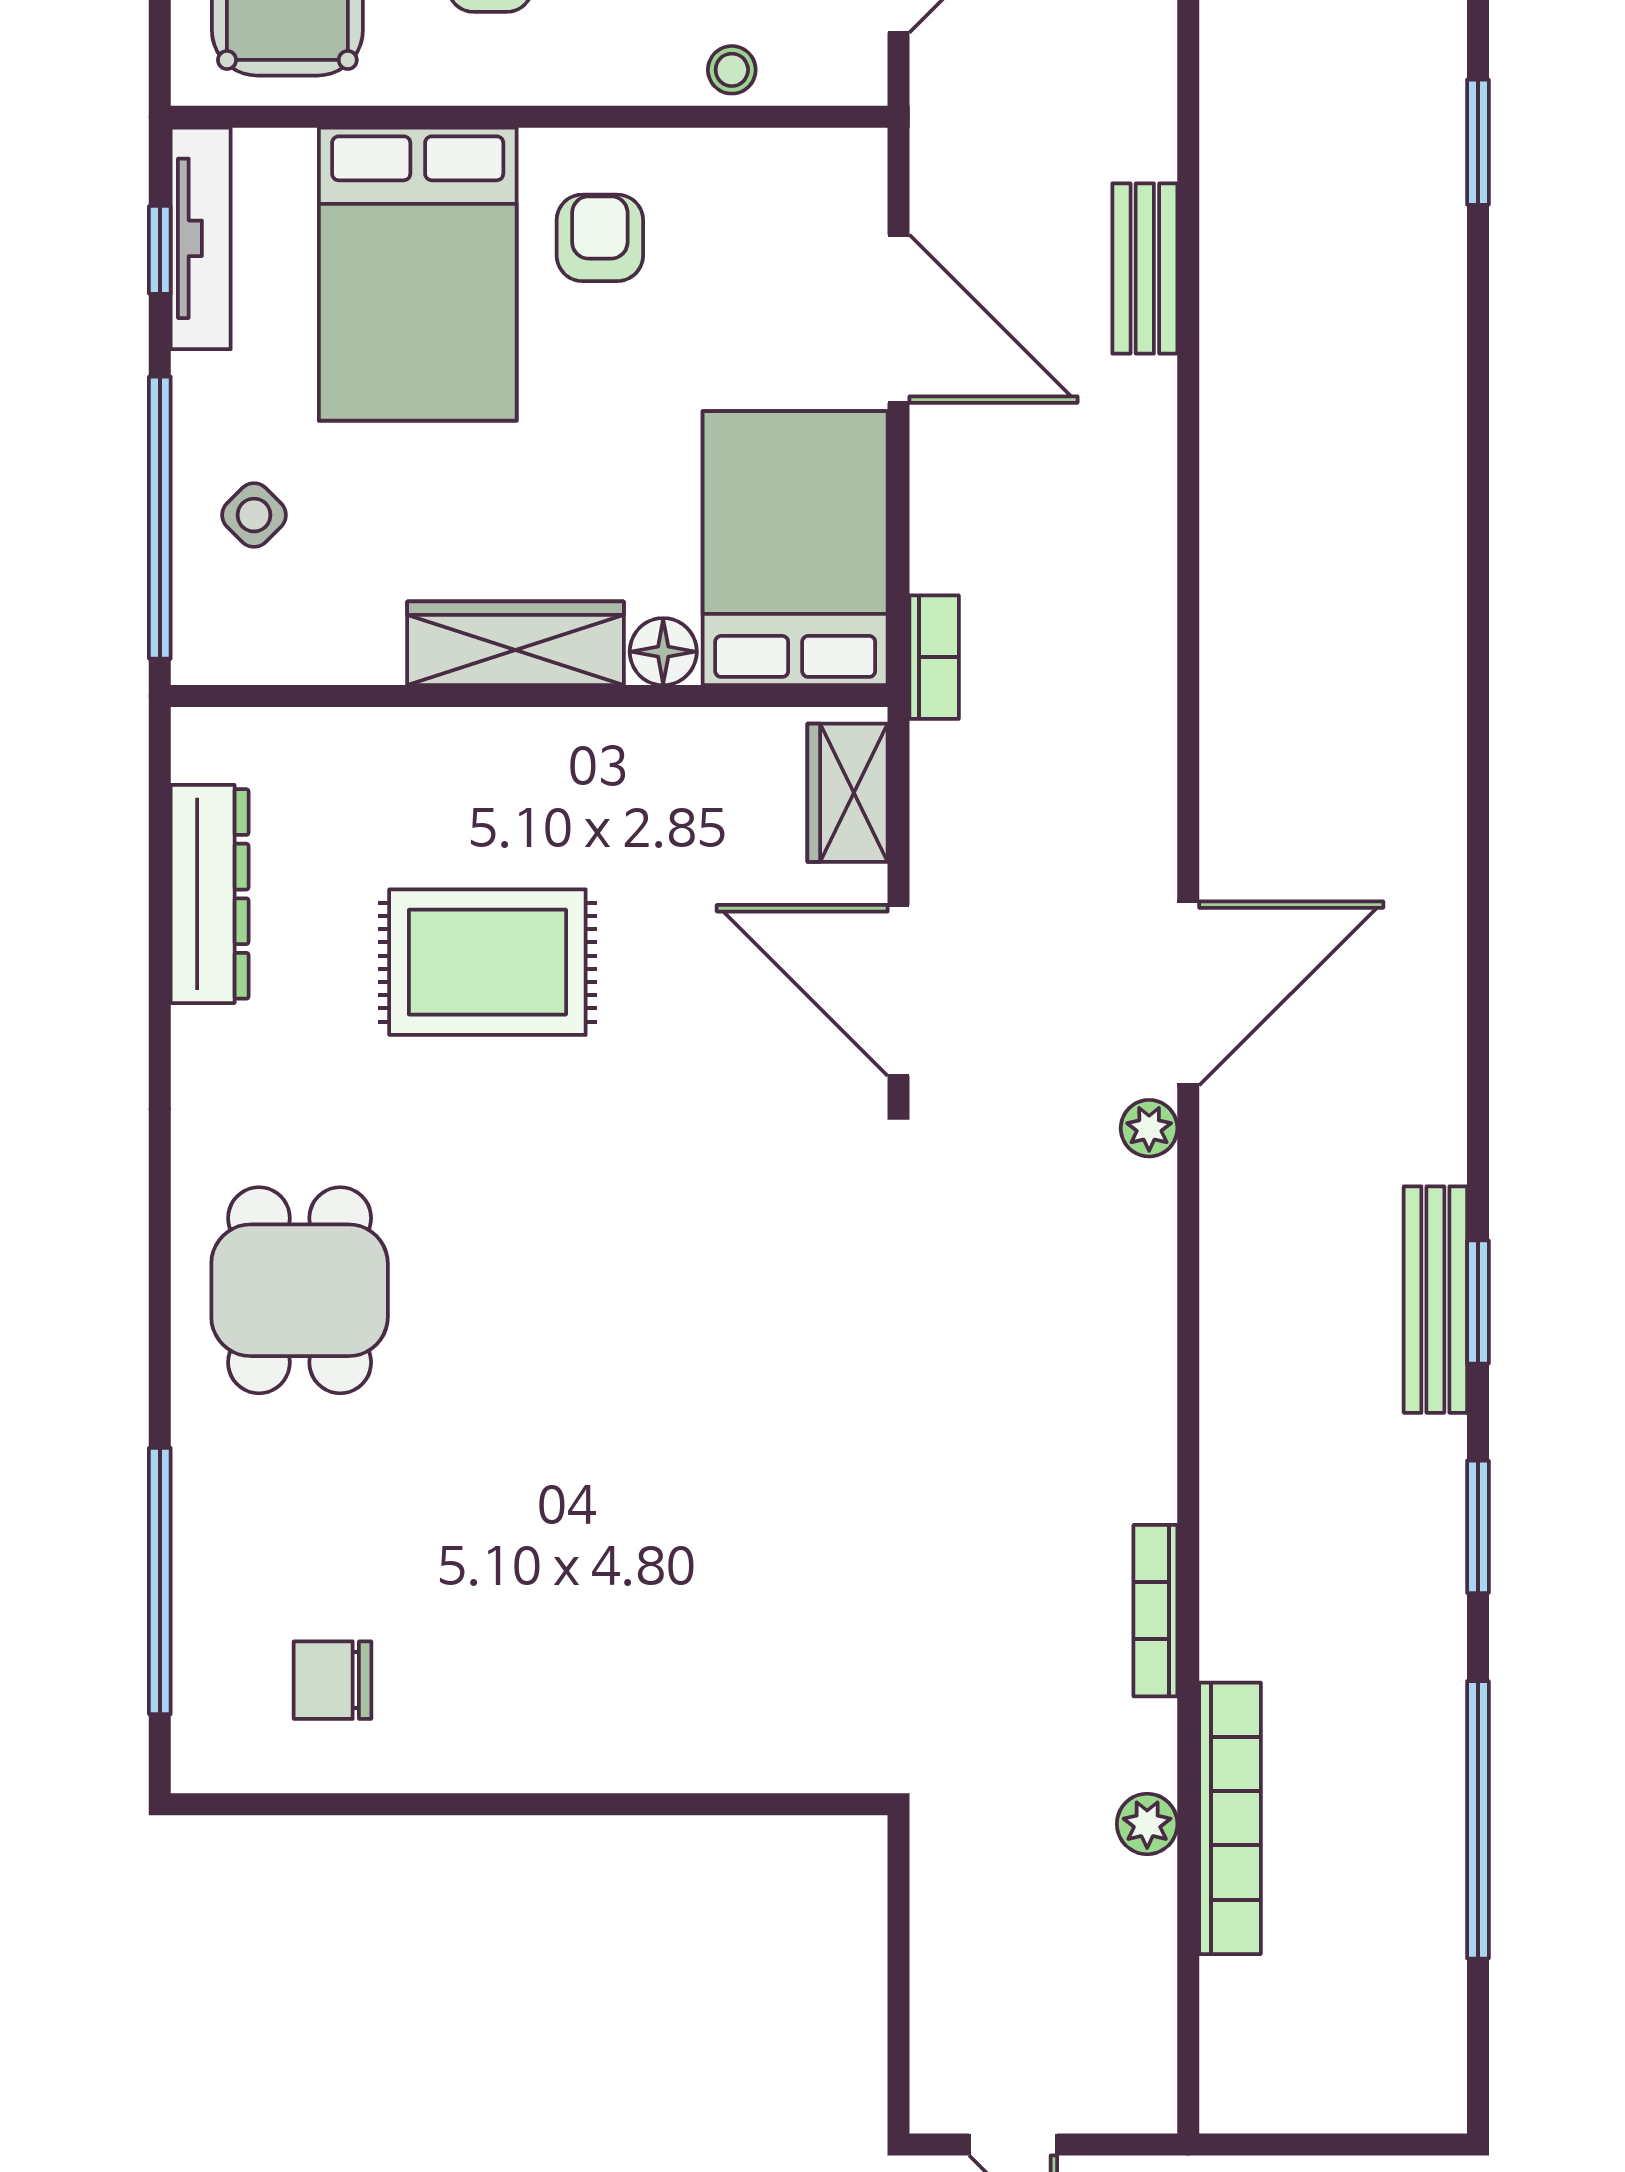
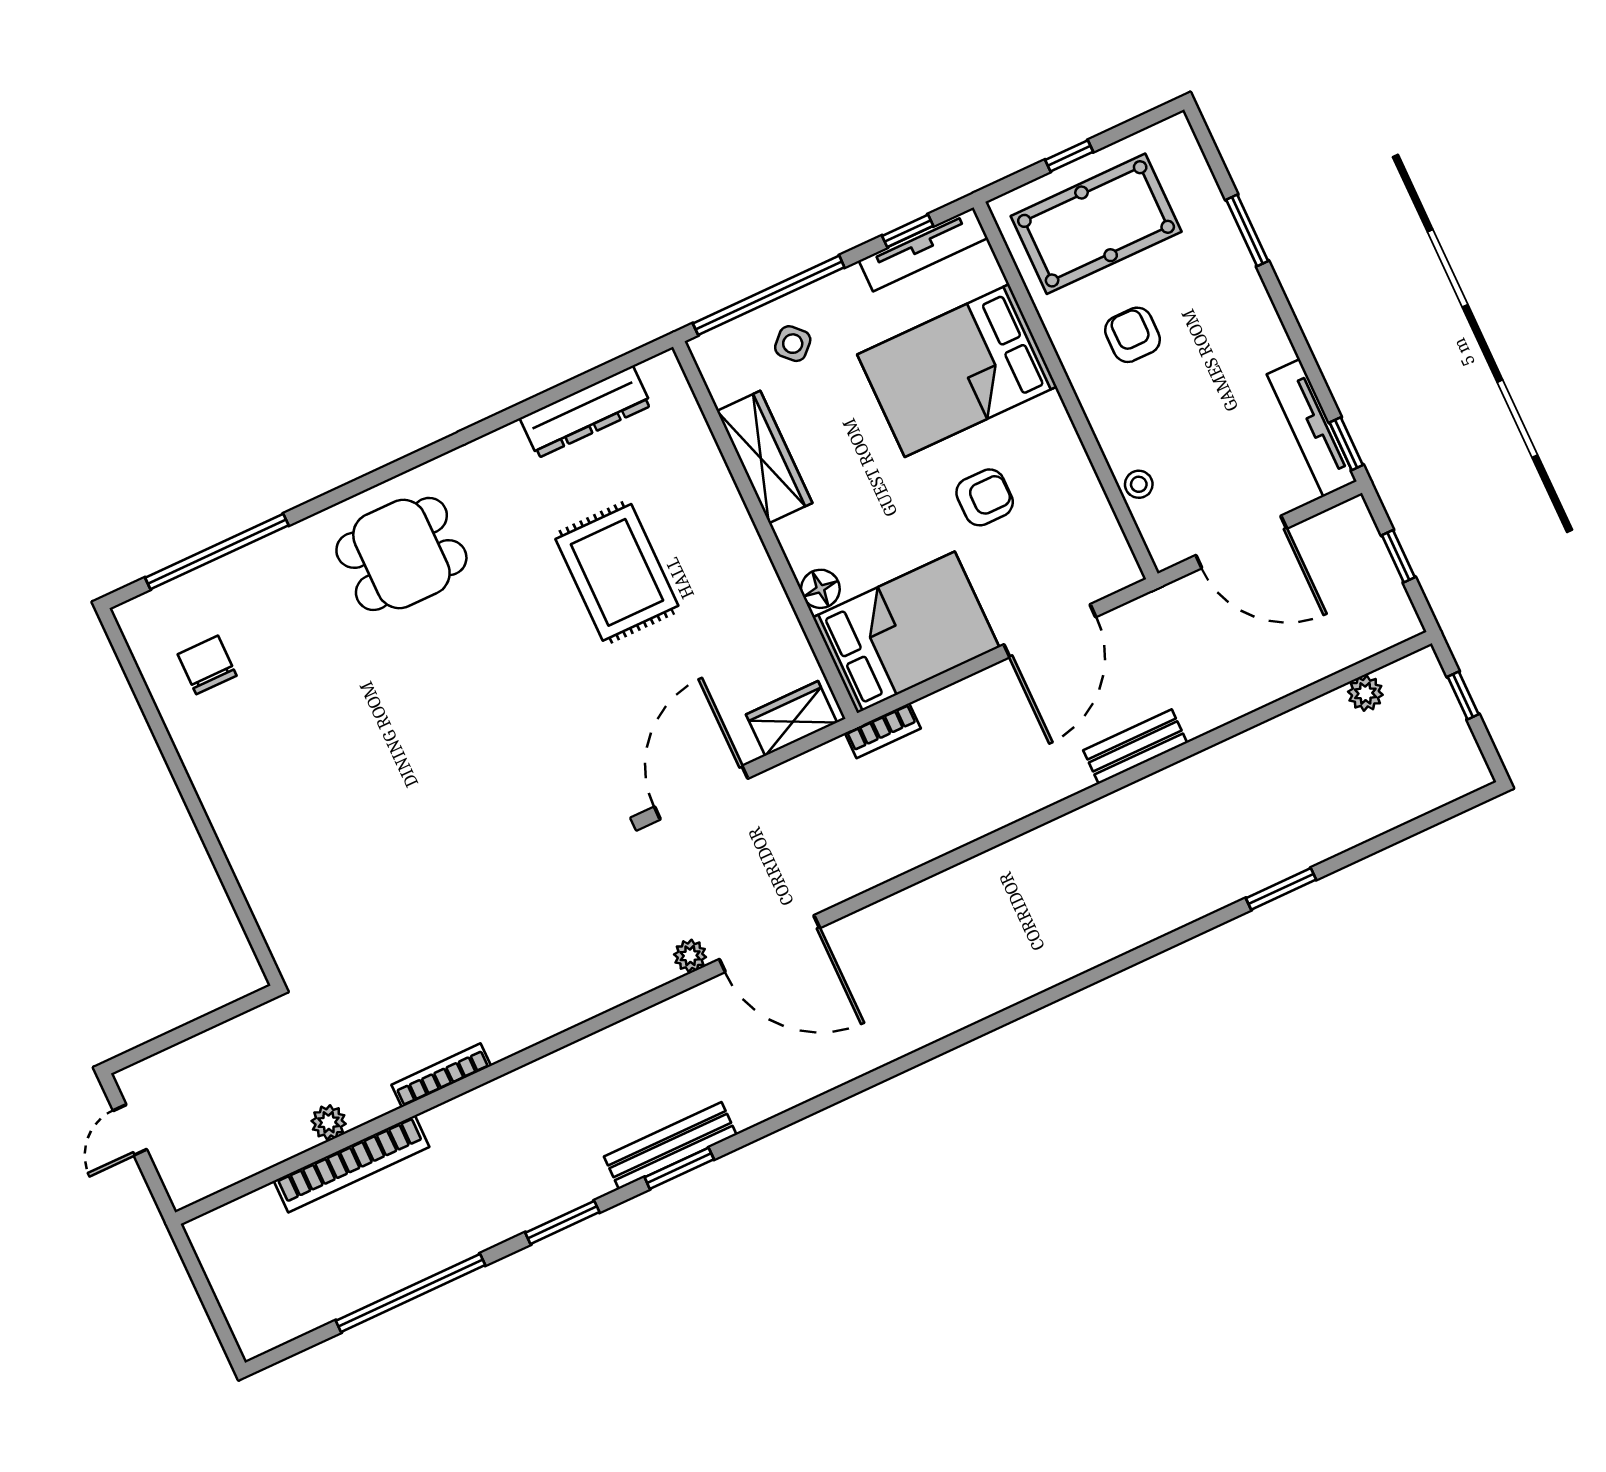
armchair: (600, 238) -> (985, 497), moved
wardrobe: (516, 643) -> (764, 457), moved

